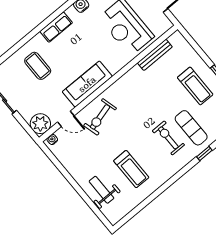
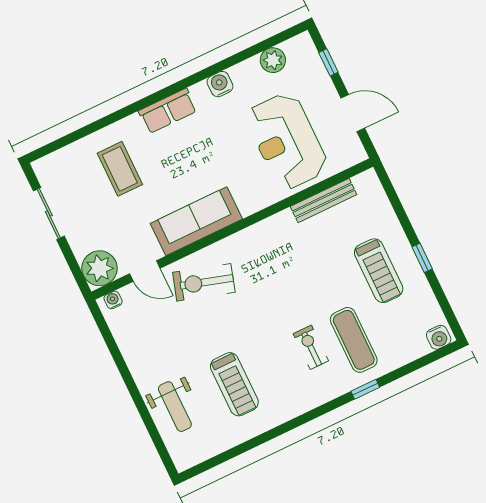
exercise bike: (100, 117) -> (204, 282), turned 32
exercise bike: (168, 138) -> (311, 347), width x0.73, depth x0.72
weight bench: (101, 190) -> (175, 407), turned 180

